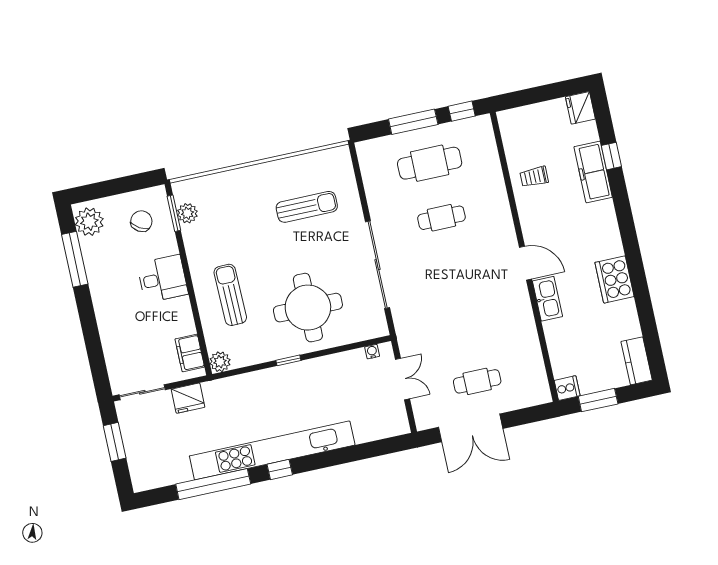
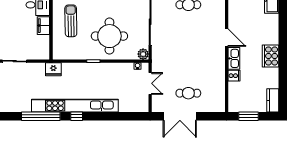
filing cabinet: (190, 353) -> (43, 26), moved
plant: (220, 362) -> (143, 54), moved
cooker: (567, 388) -> (234, 76), moved
fridge: (188, 398) -> (53, 69), moved

